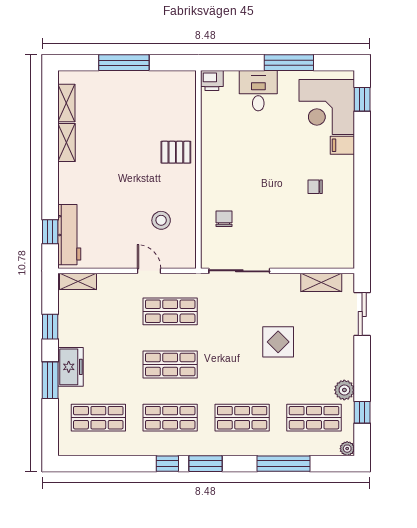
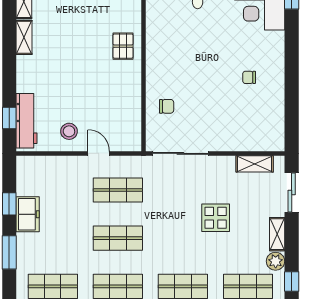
filing cabinet: (342, 145) -> (274, 40), removed
pallet: (176, 152) -> (123, 46), turned 90
chair: (224, 219) -> (167, 106), turned 90
stool: (161, 220) -> (69, 131), moved
shelving: (78, 281) -> (277, 234), moved, turned 90
freezer: (71, 367) -> (28, 214), moved

